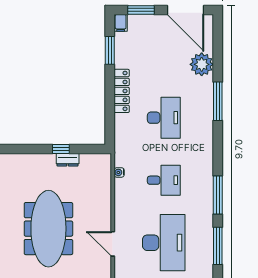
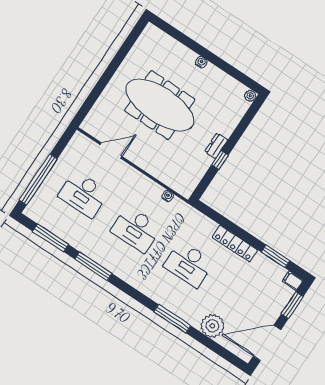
dresser: (68, 160) -> (216, 146), moved
desk: (164, 180) -> (136, 229), width x1.37
desk: (164, 243) -> (83, 194), width x0.73, depth x0.77

